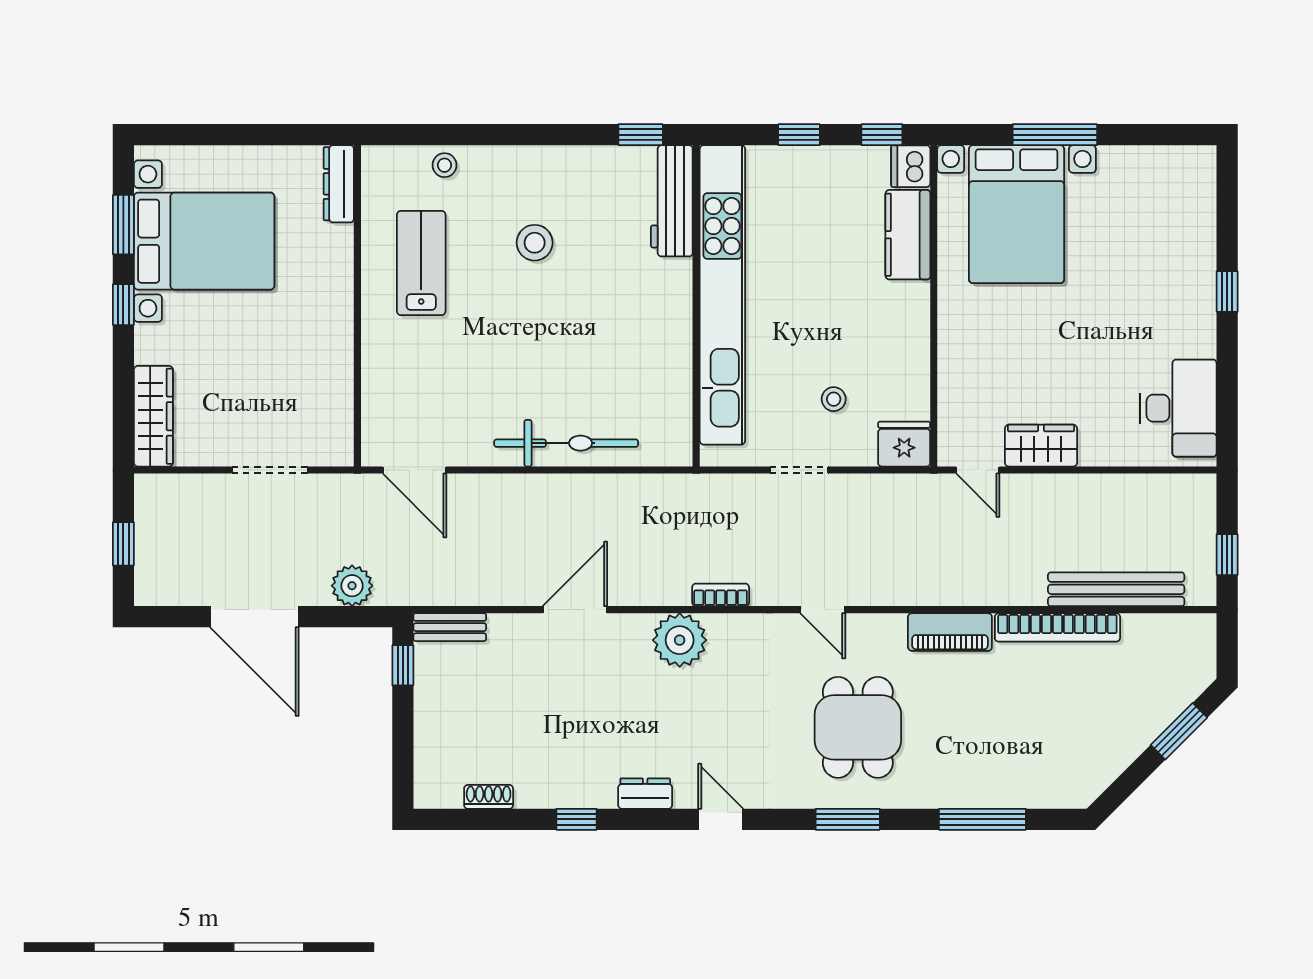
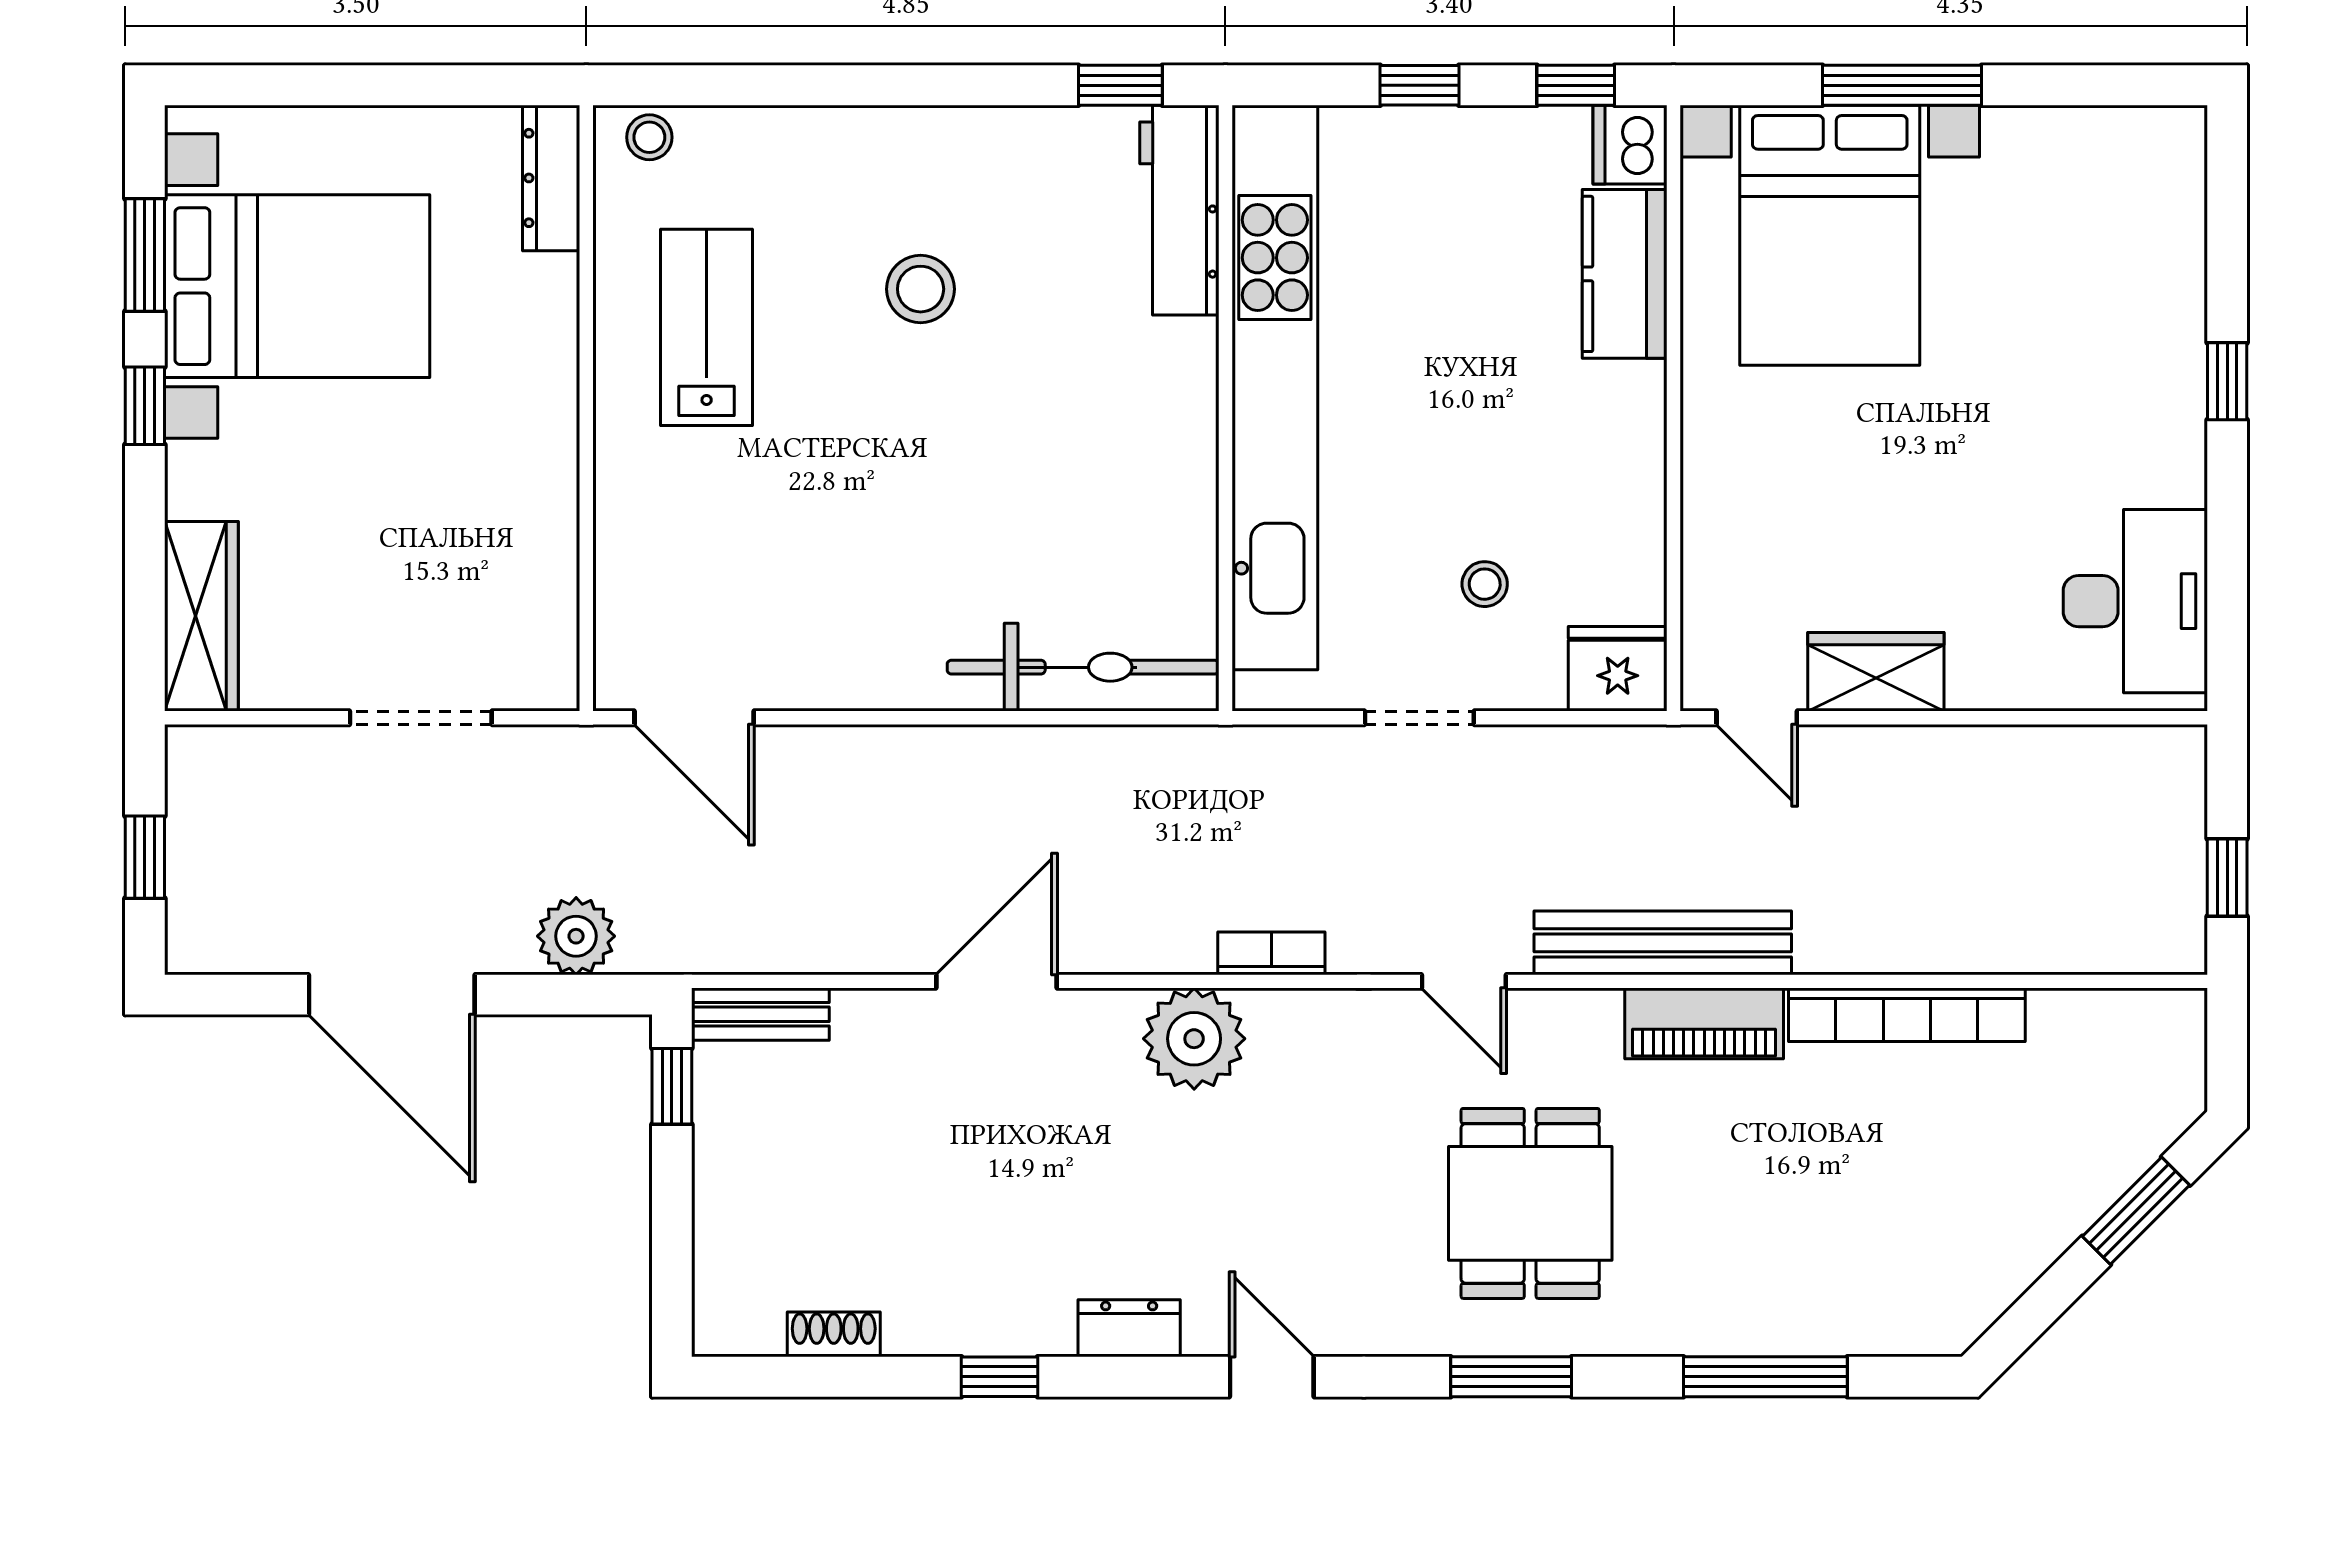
stool: (444, 165) -> (649, 137), moved
bicycle: (566, 443) -> (1083, 667), moved
bench: (1116, 589) -> (1663, 943), moved

